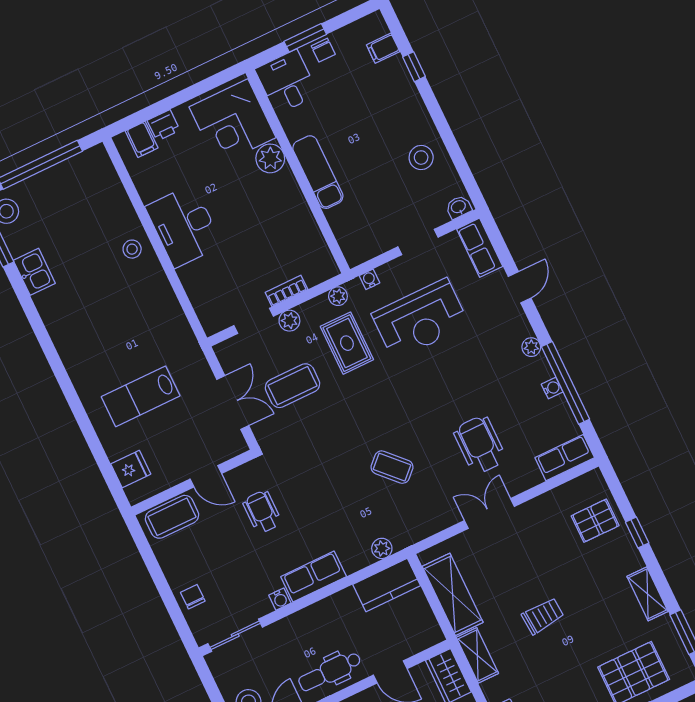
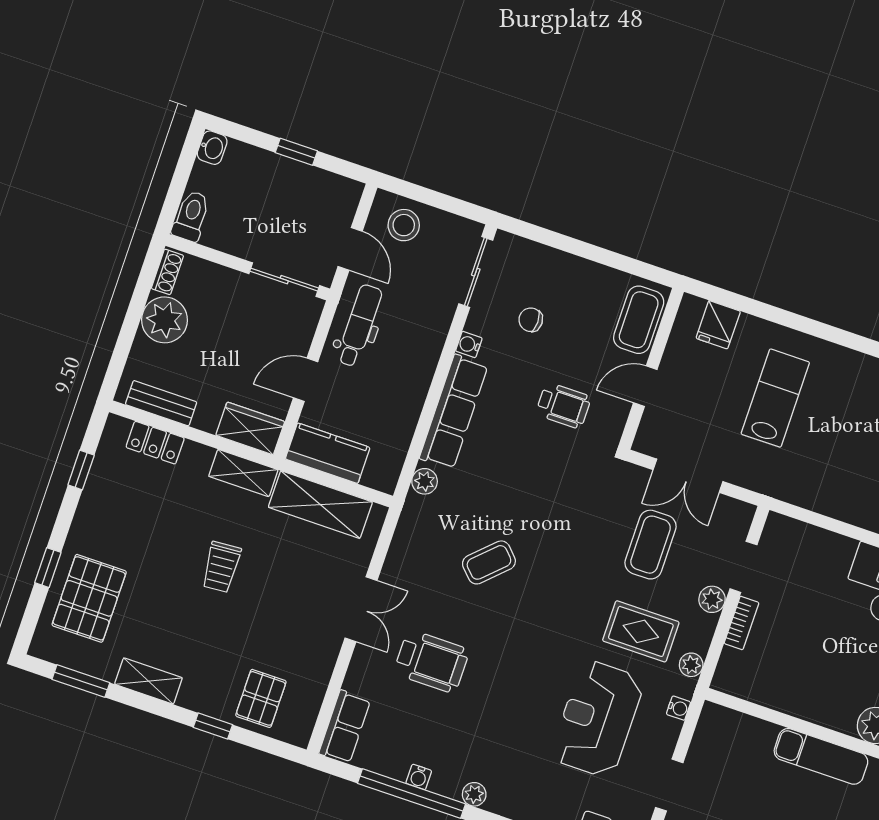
row of seats: (314, 577) -> (454, 412), width x1.48
kitchen counter: (387, 585) -> (328, 453), moved, turned 90
chair: (193, 597) -> (531, 320), moved, turned 180

